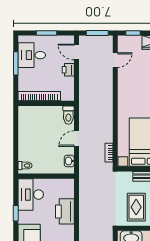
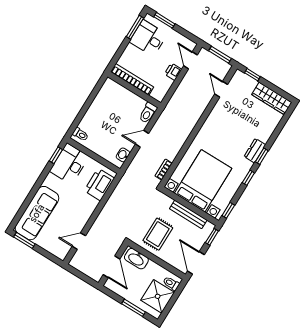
window: (46, 33) -> (164, 20), moved
door: (115, 60) -> (221, 89), swing flipped
window: (16, 63) -> (135, 27), moved
printer: (65, 211) -> (99, 184), moved
window: (16, 213) -> (56, 155), moved

